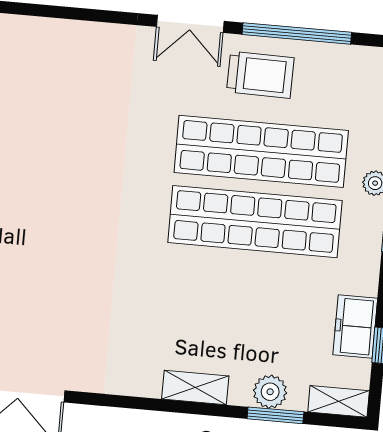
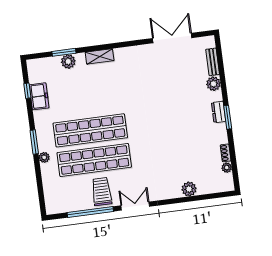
plant: (57, 36) -> (189, 189), added
trolley: (260, 75) -> (102, 192), turned 89
shelving: (339, 401) -> (39, 64), removed

